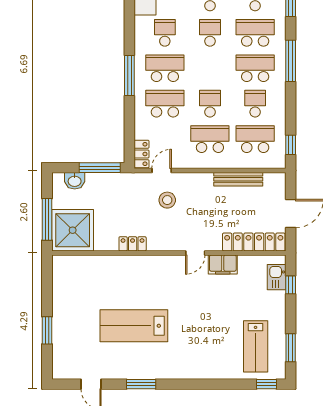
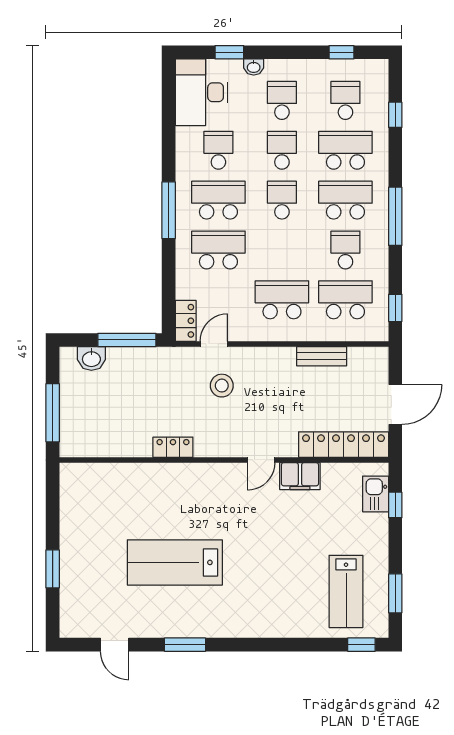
window: (291, 61) -> (395, 216), moved
school desk: (210, 104) -> (282, 200), moved
bench: (238, 179) -> (322, 356), width x0.73
shower: (73, 230) -> (89, 428), removed

